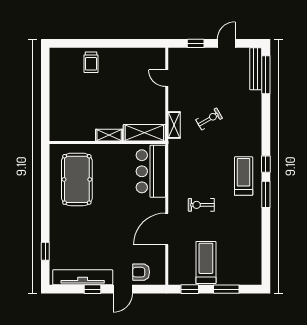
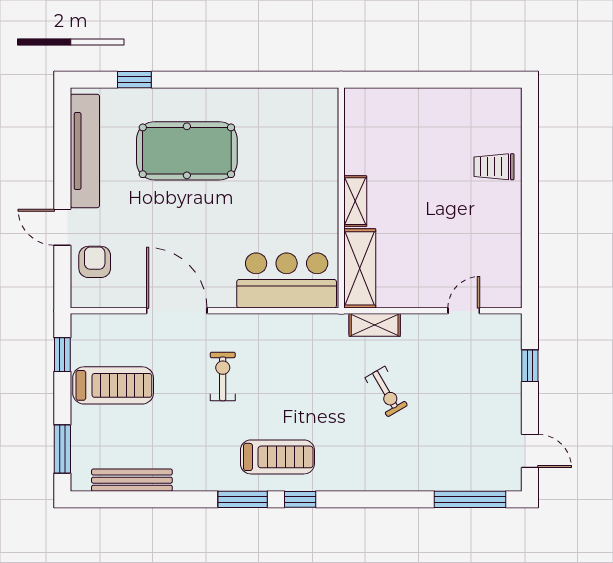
door: (226, 43) -> (530, 451), moved
bench: (256, 69) -> (132, 480), moved
pool table: (77, 179) -> (187, 151), moved
window: (92, 289) -> (62, 169), removed
window: (226, 289) -> (62, 449), moved

